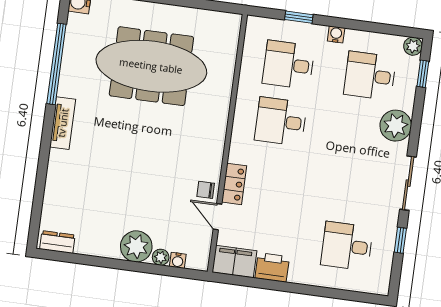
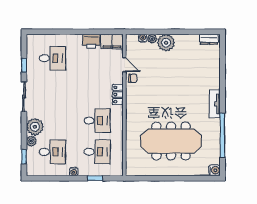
plant: (413, 46) -> (31, 141), moved
locker: (234, 184) -> (118, 95), moved

